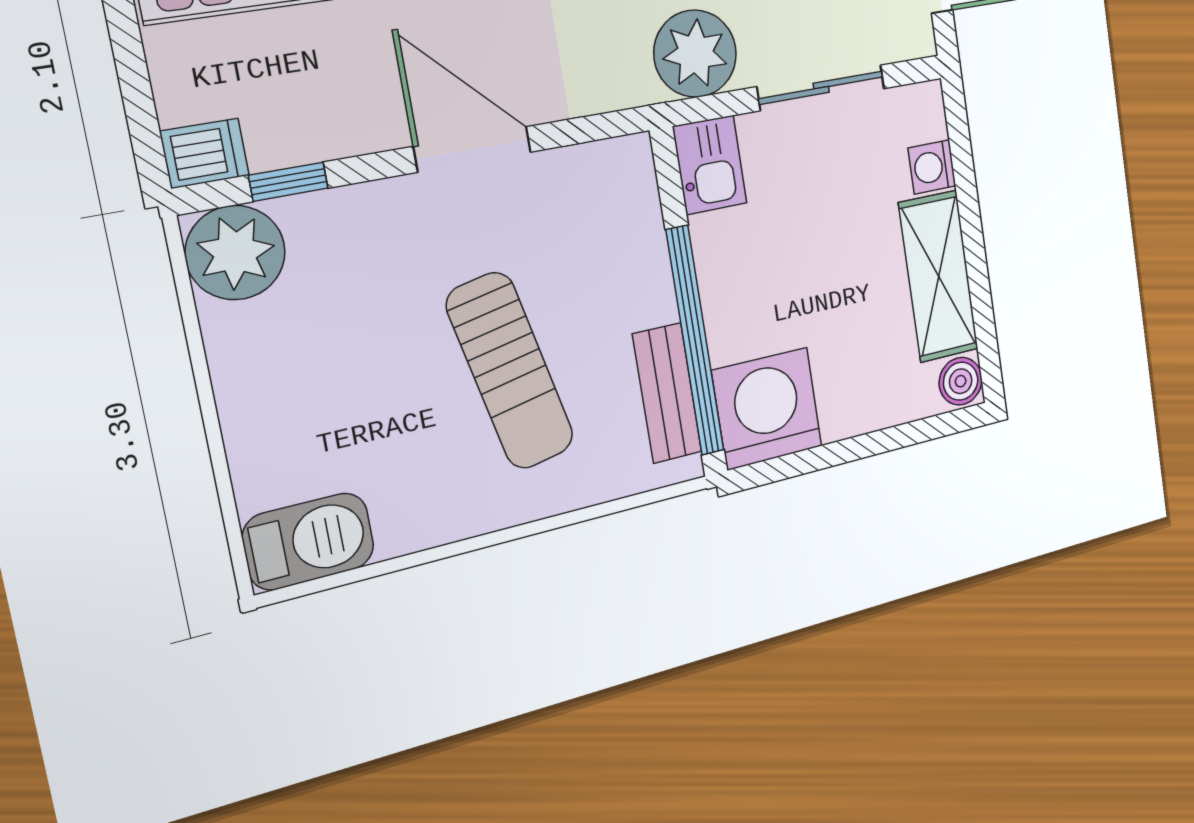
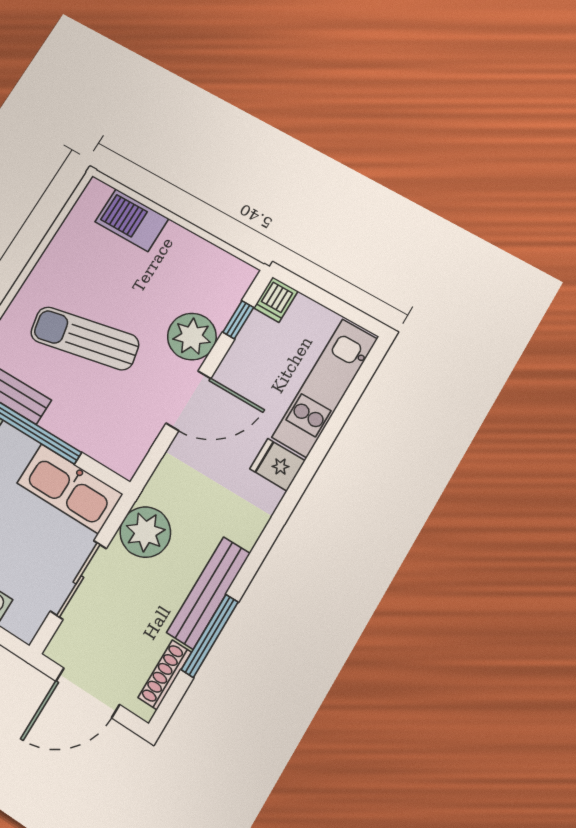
kitchen sink: (710, 165) -> (70, 489), width x1.88, depth x1.24
plant: (235, 253) -> (192, 337), moved
barbecue: (309, 541) -> (132, 220), moved, turned 90

